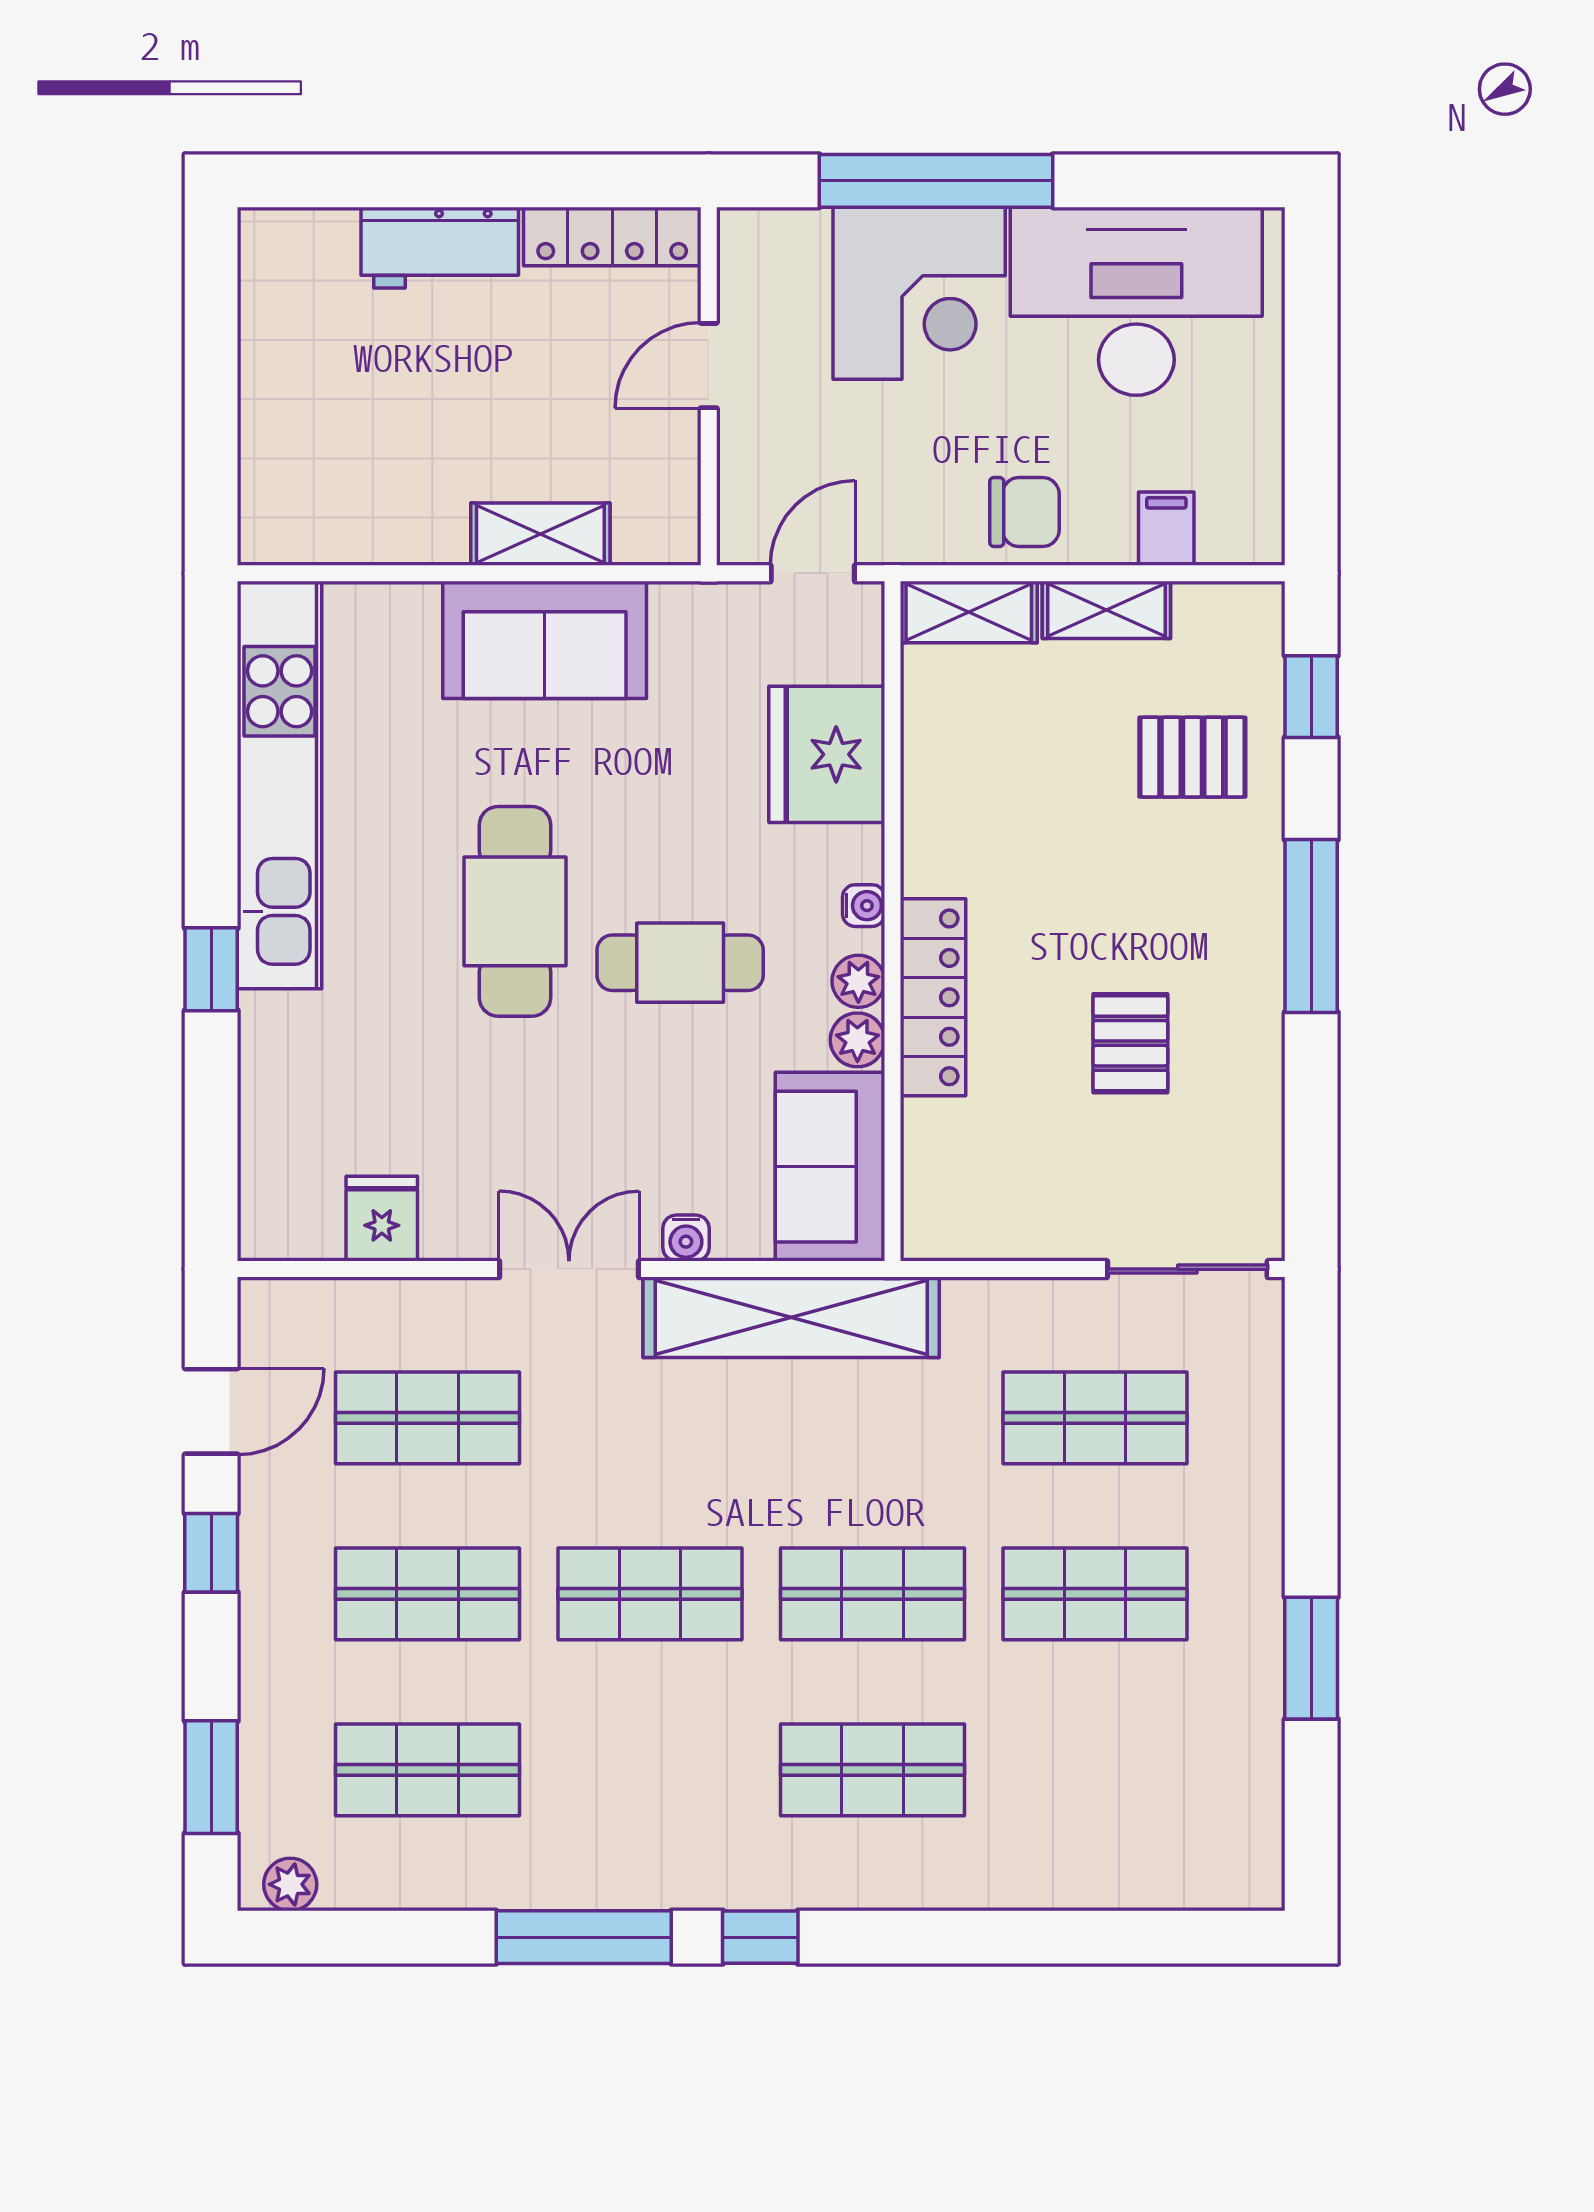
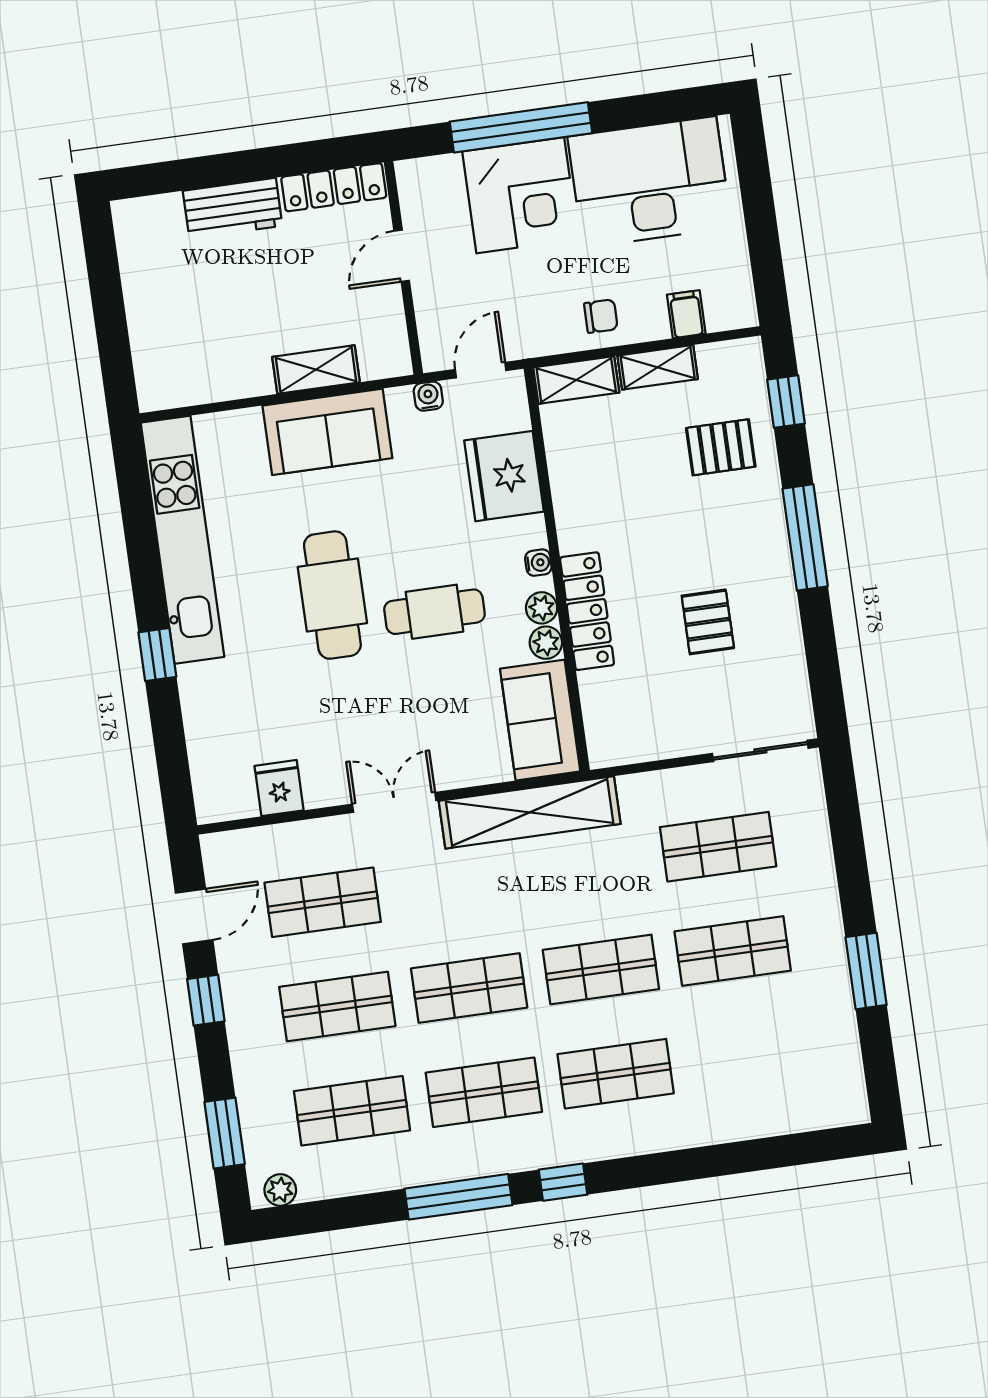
chair: (1024, 512) -> (601, 316), width x0.73, depth x0.73
water cooler: (686, 1238) -> (428, 396), moved, turned 180
shop shelf: (650, 1770) -> (484, 1092), added

